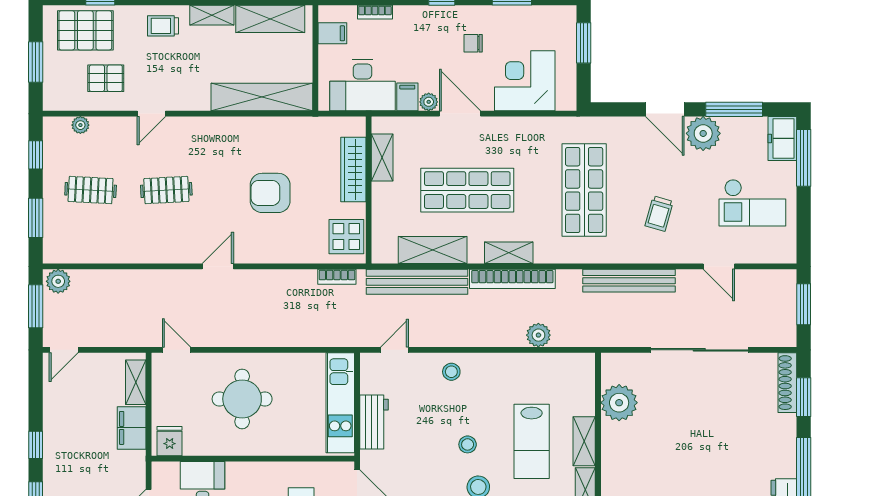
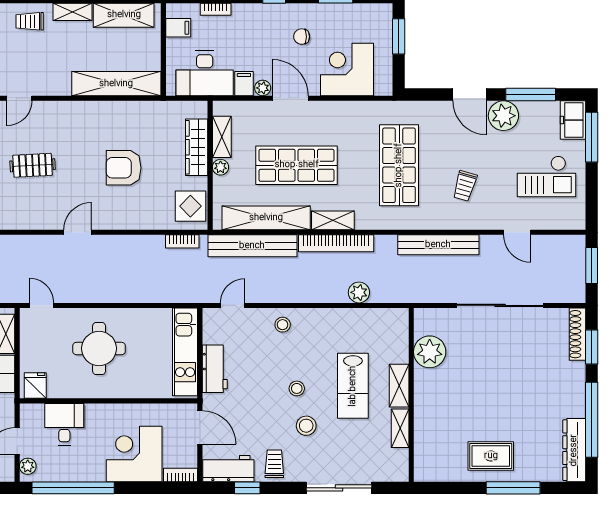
plant: (381, 192) -> (220, 167), added
shelving: (433, 250) -> (266, 218), width x1.47

